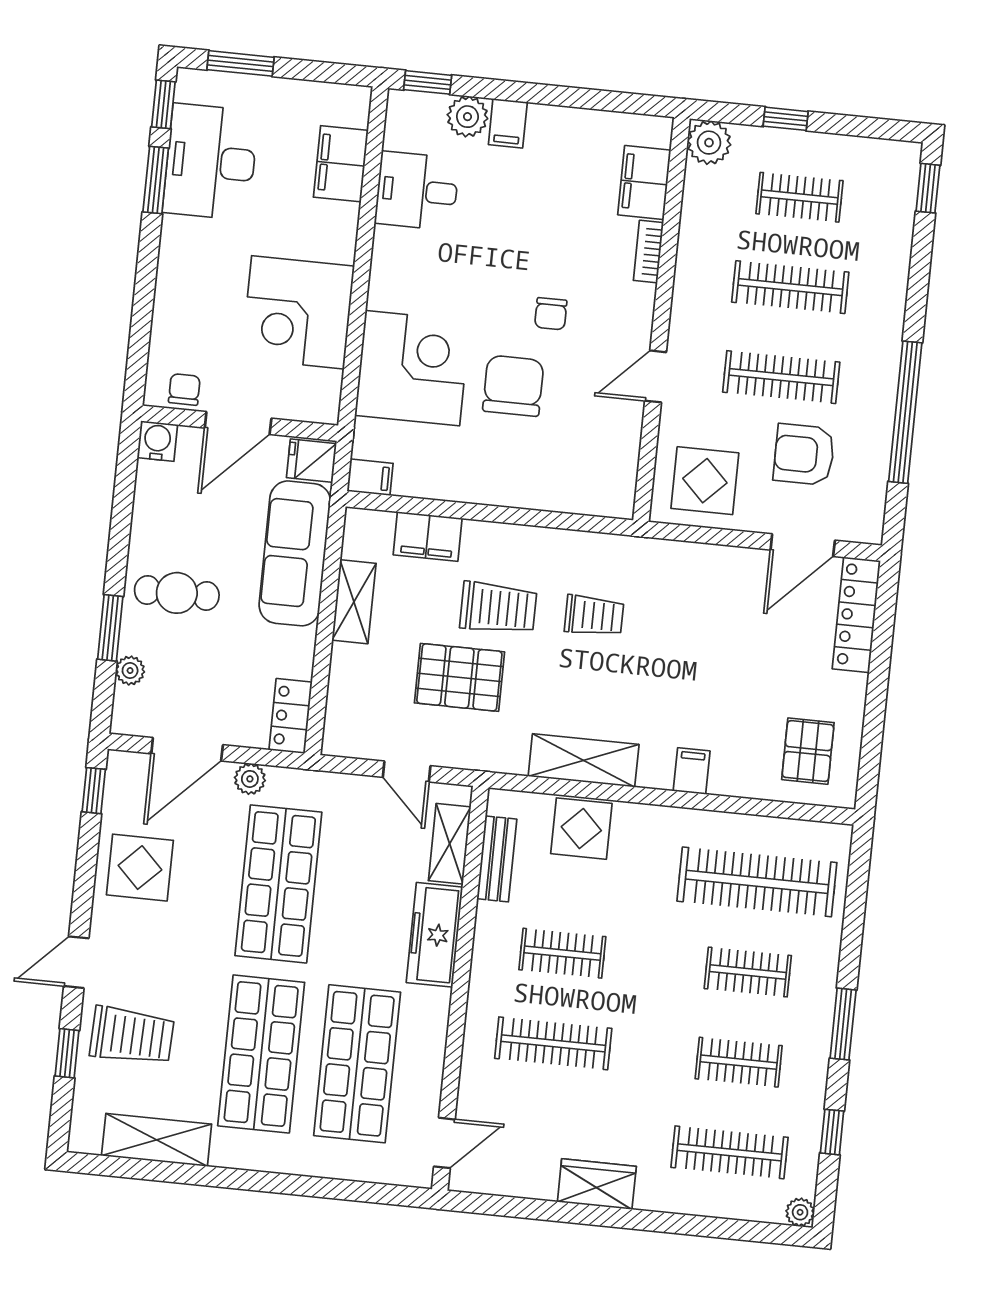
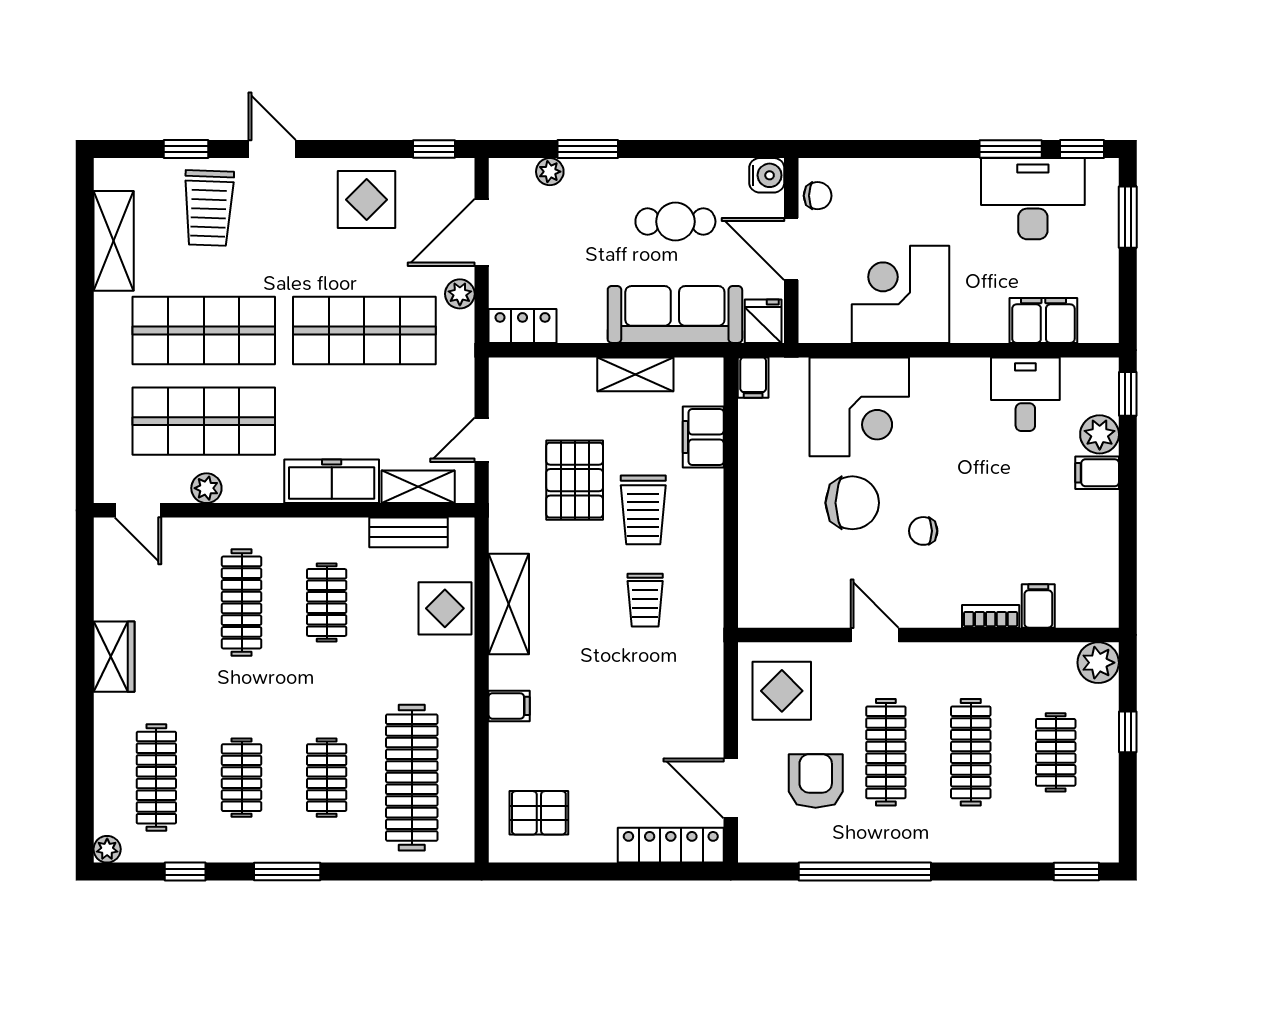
filing cabinet: (644, 183) -> (1038, 606), width x0.50
cafe table: (177, 593) -> (675, 222), moved, turned 90
door: (187, 749) -> (482, 232), hinge flipped
plant: (428, 1068) -> (206, 488), added

